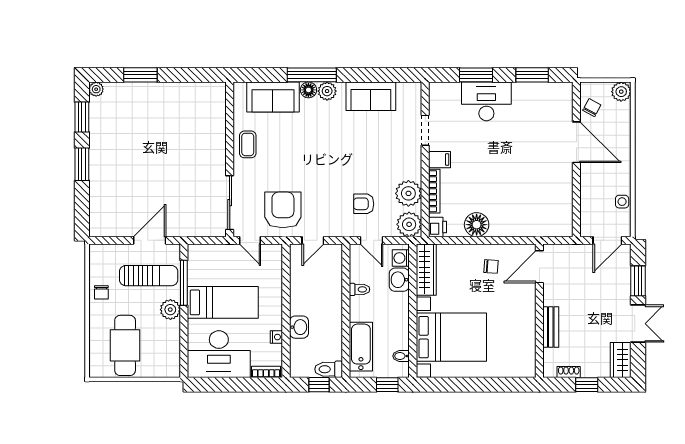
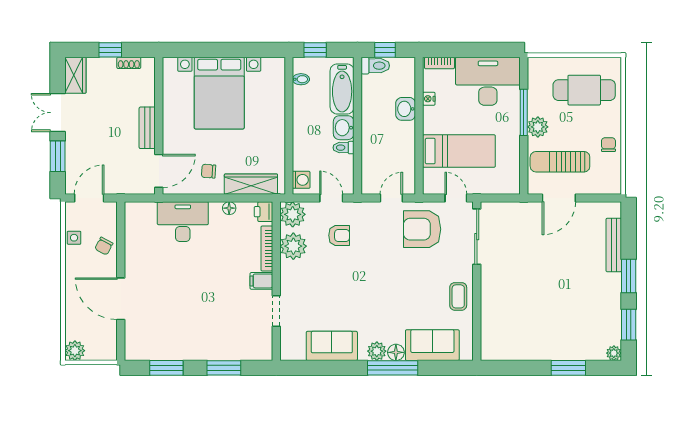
desk: (486, 101) -> (183, 222), moved, turned 180
chair: (592, 108) -> (104, 246), moved
bench: (96, 195) -> (614, 245), added
armchair: (283, 210) -> (422, 229), turned 90
floor lamp: (477, 225) -> (229, 208), width x0.53, depth x0.53
wardrobe: (426, 270) -> (251, 184), moved, turned 90
washbasin: (399, 280) -> (344, 128), moved, turned 180
window: (184, 283) -> (524, 112), moved
bed: (223, 302) -> (459, 151), moved, turned 180
bench: (551, 327) -> (147, 128), moved
bed with nightstands: (451, 337) -> (219, 93), moved, turned -90
cafe table: (125, 345) -> (584, 90), turned 90

